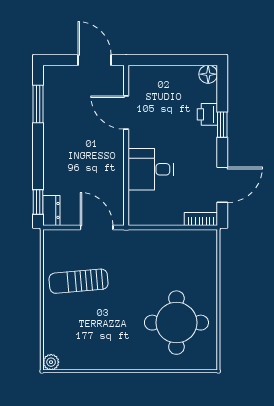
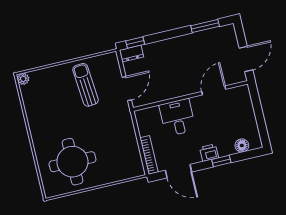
floor lamp: (208, 74) -> (242, 145), moved
printer: (207, 114) -> (209, 153), moved
bookcase: (201, 219) -> (149, 155), width x1.56

